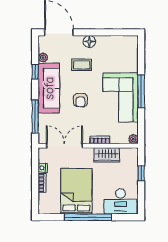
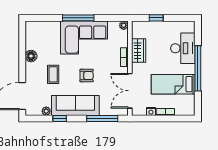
floor lamp: (89, 42) -> (31, 56), moved
bed: (76, 191) -> (173, 84), width x0.67
desk: (120, 201) -> (183, 48), moved

